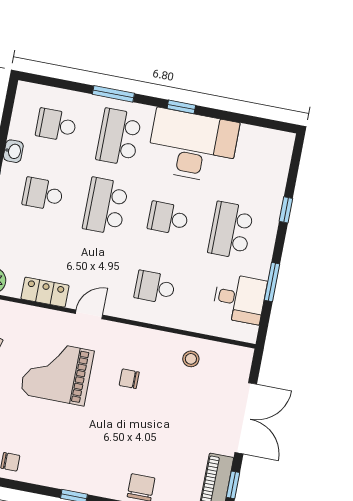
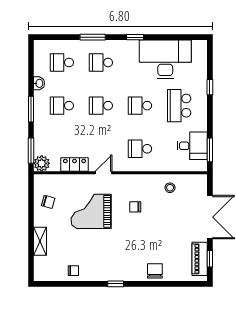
school desk: (119, 137) -> (101, 63), width x0.54
desk: (193, 146) -> (165, 59), moved
school desk: (106, 206) -> (101, 106), width x0.54
window: (272, 282) -> (210, 150), moved

